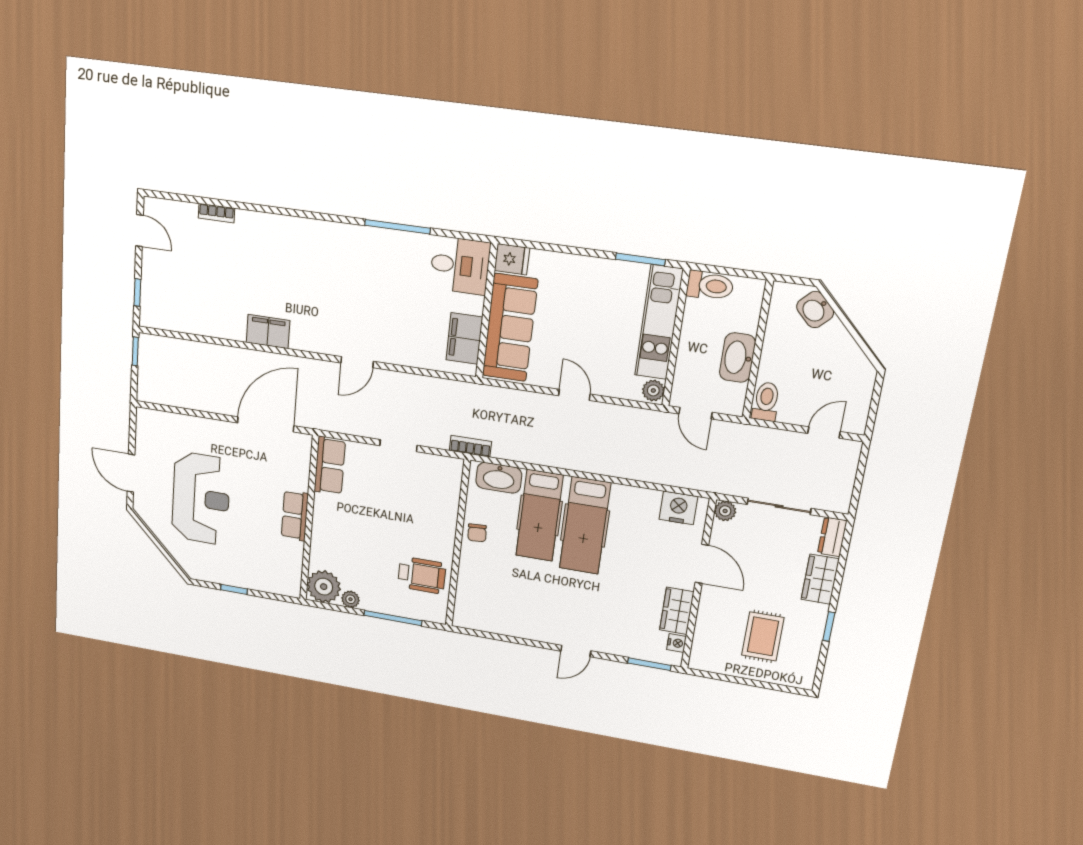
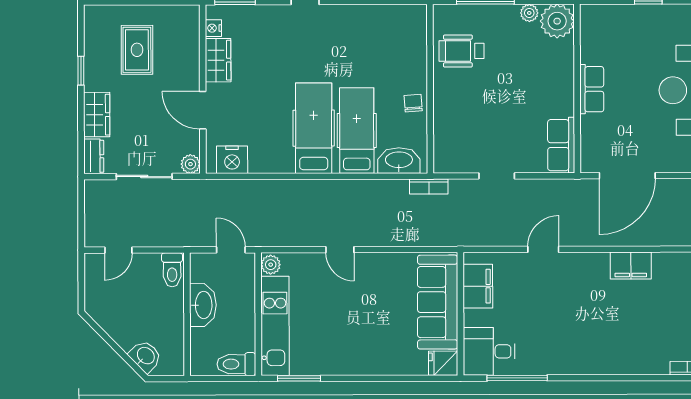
fridge: (512, 259) -> (443, 363), moved
desk: (460, 265) -> (489, 351), moved
wall: (487, 311) -> (460, 314), moved
sofa: (510, 328) -> (438, 302), moved
filing cabinet: (464, 338) -> (478, 286), moved

